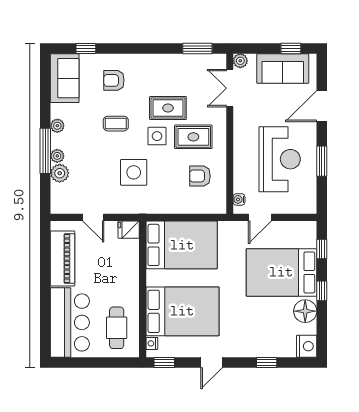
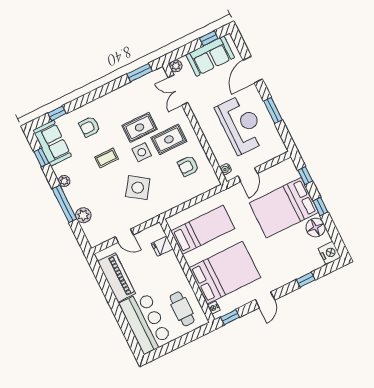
window: (45, 88) -> (41, 157), added
plant: (57, 156) -> (75, 203), removed
side table: (134, 172) -> (138, 188), turned 35
fridge: (129, 230) -> (162, 246), moved
bed: (182, 245) -> (203, 230), width x0.67

